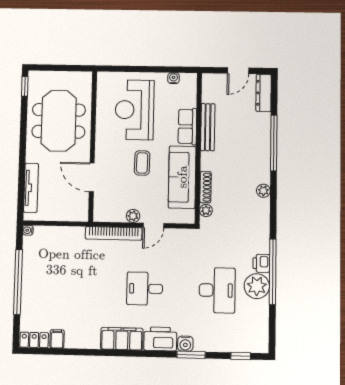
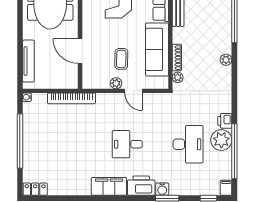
coffee table: (142, 163) -> (121, 59), moved
door: (153, 225) -> (133, 91), hinge flipped
bookcase: (114, 233) -> (72, 98), moved
window: (273, 272) -> (234, 151), moved
filing cabinet: (57, 339) -> (226, 188), moved

